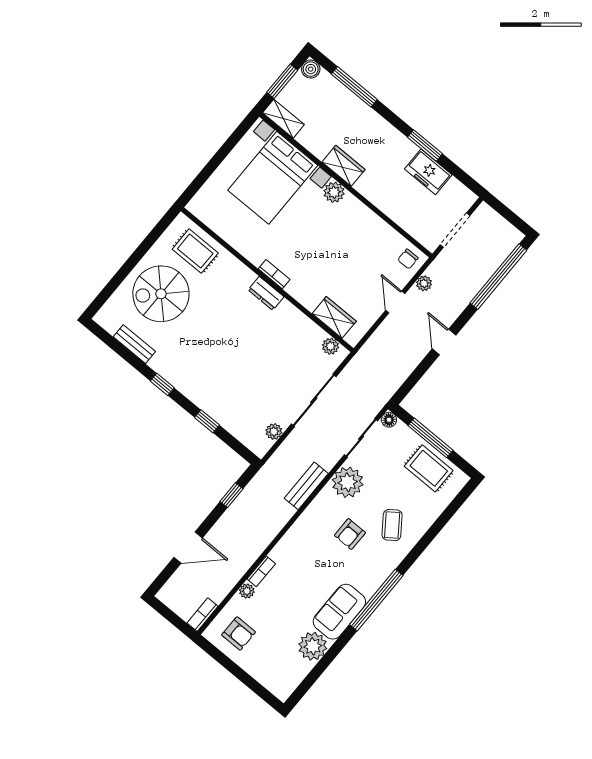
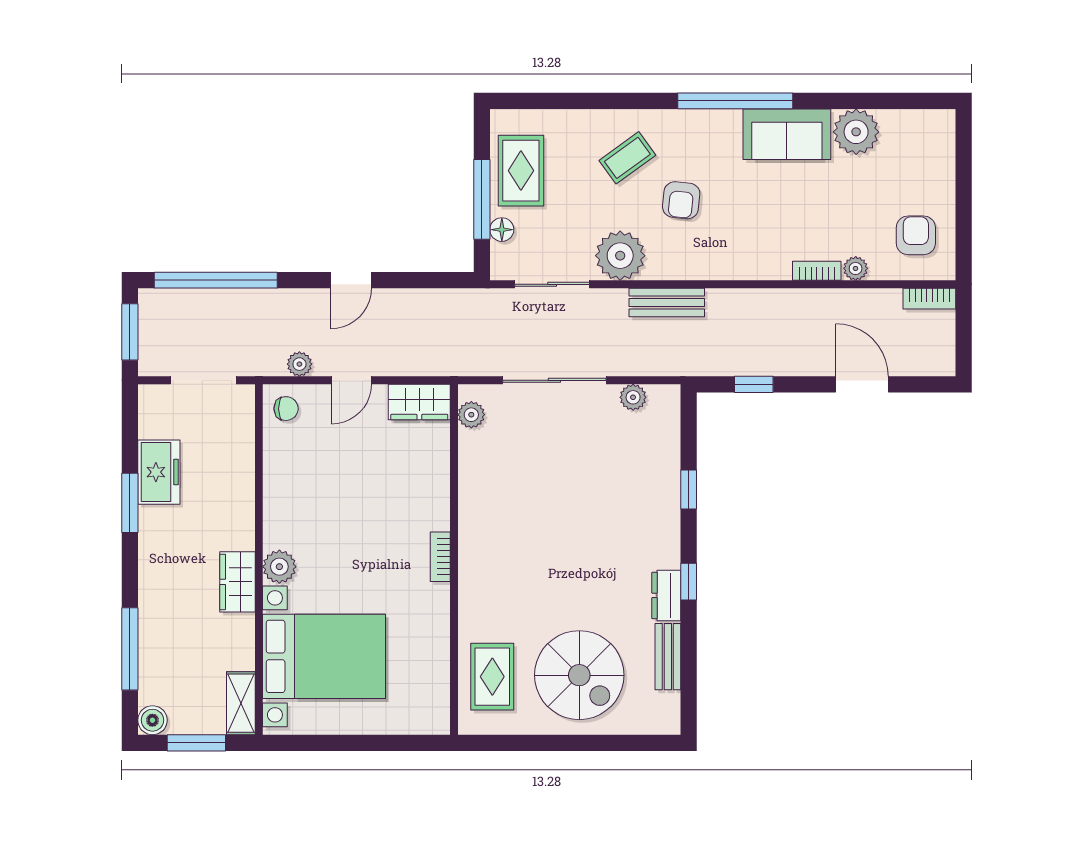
window: (508, 214) -> (130, 332), added
dresser: (266, 293) -> (666, 595), moved, turned 180
wardrobe: (334, 317) -> (419, 402), moved, turned -90
floor lamp: (389, 420) -> (502, 230), moved
armchair: (350, 534) -> (681, 200), turned 96

